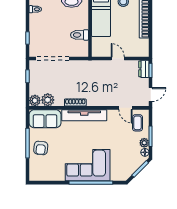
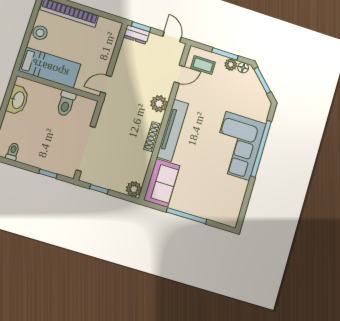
door: (118, 58) -> (106, 84), moved
plant: (48, 100) -> (159, 104), moved
armchair: (41, 148) -> (198, 200), removed

